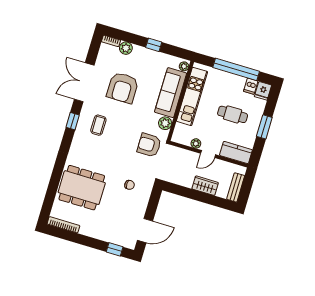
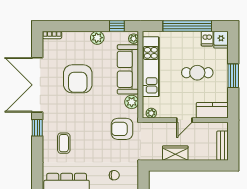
window: (154, 45) -> (117, 26), moved
plant: (126, 48) -> (97, 38), moved
double door: (84, 82) -> (37, 85), width x1.36
coffee table: (98, 125) -> (64, 143), moved
plant: (196, 143) -> (151, 113), moved
wardrobe: (205, 186) -> (175, 153), moved

